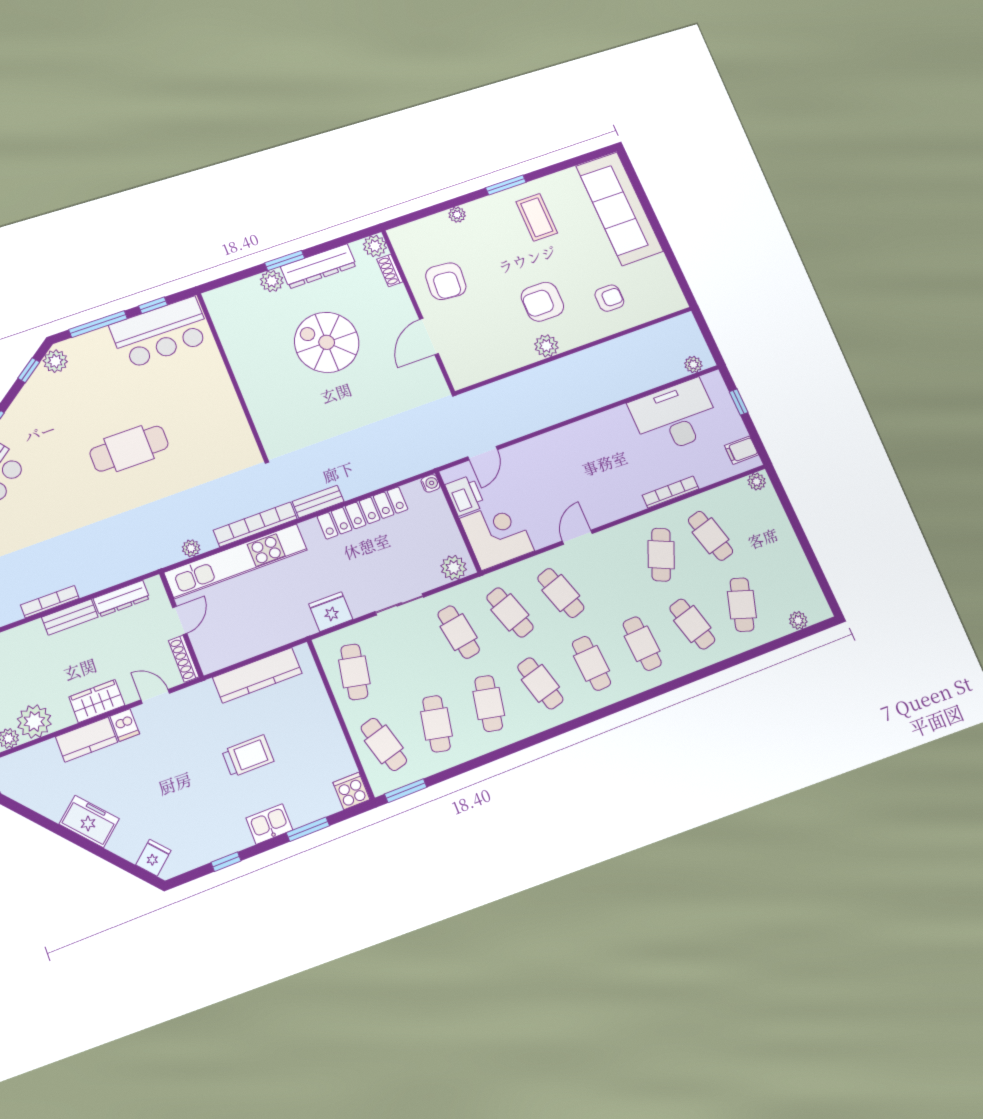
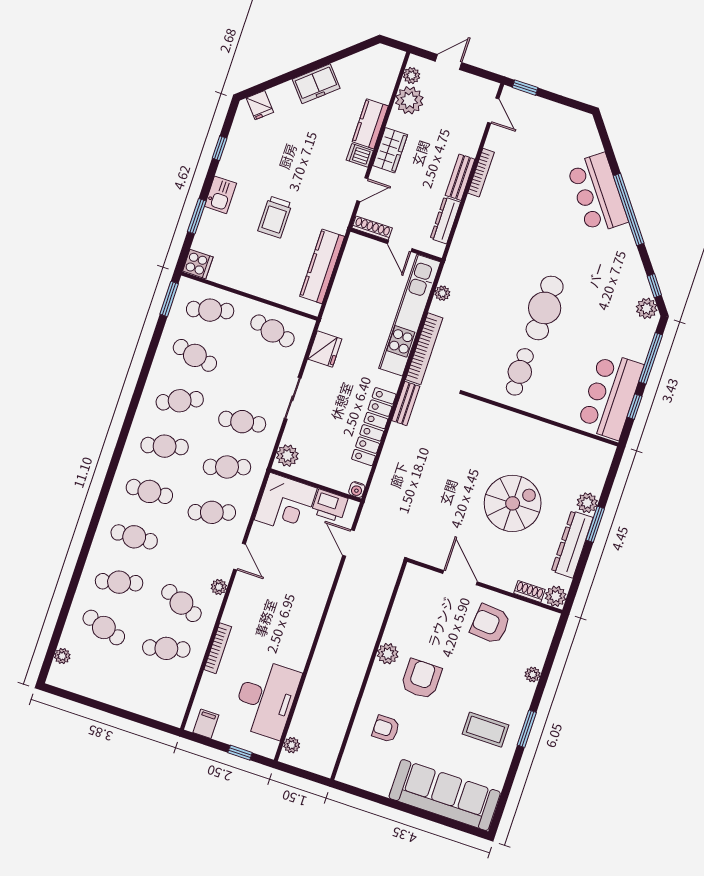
armchair: (609, 298) -> (386, 729), turned 90
cafe table: (205, 426) -> (520, 372), added
plant: (757, 482) -> (219, 587), moved
cafe table: (489, 703) -> (180, 401), turned -36

